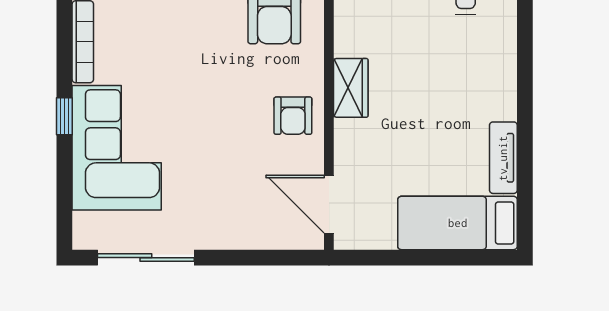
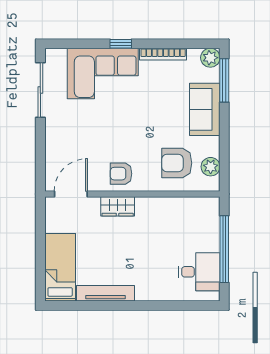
wardrobe: (351, 88) -> (118, 206), moved
tv unit: (503, 158) -> (106, 293), width x1.41

